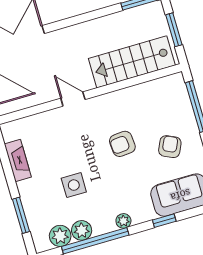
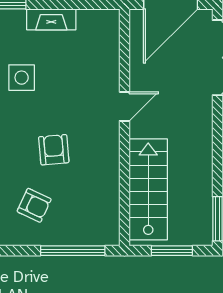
fireplace: (18, 161) -> (51, 19), moved

